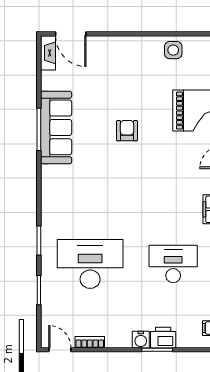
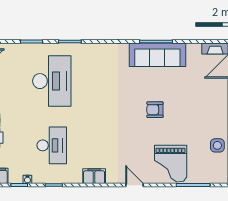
armchair: (127, 131) -> (155, 110), turned 180

